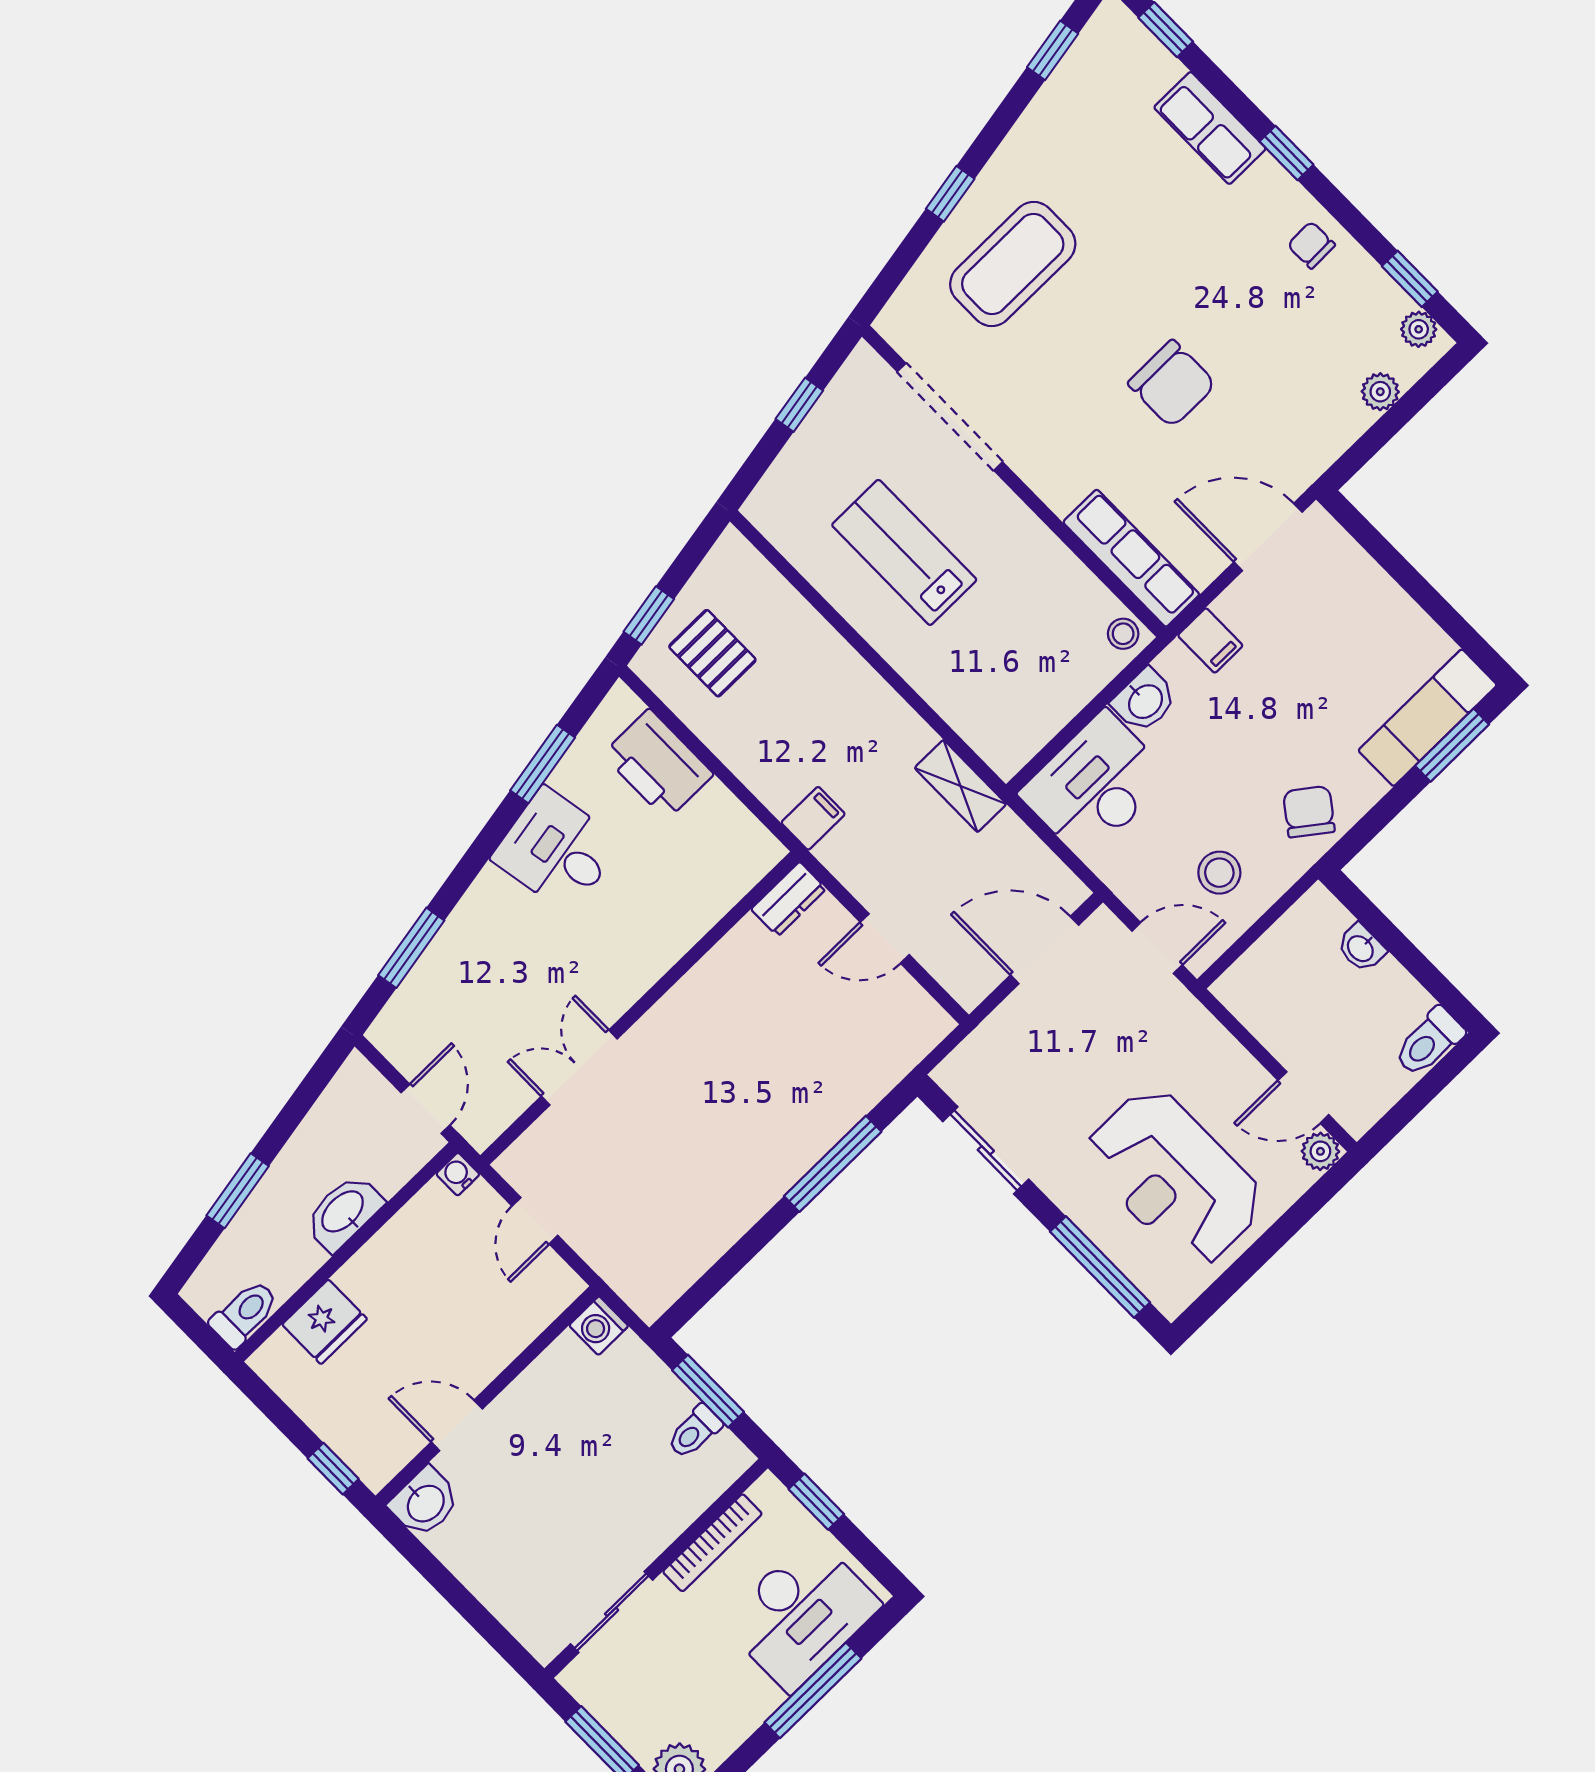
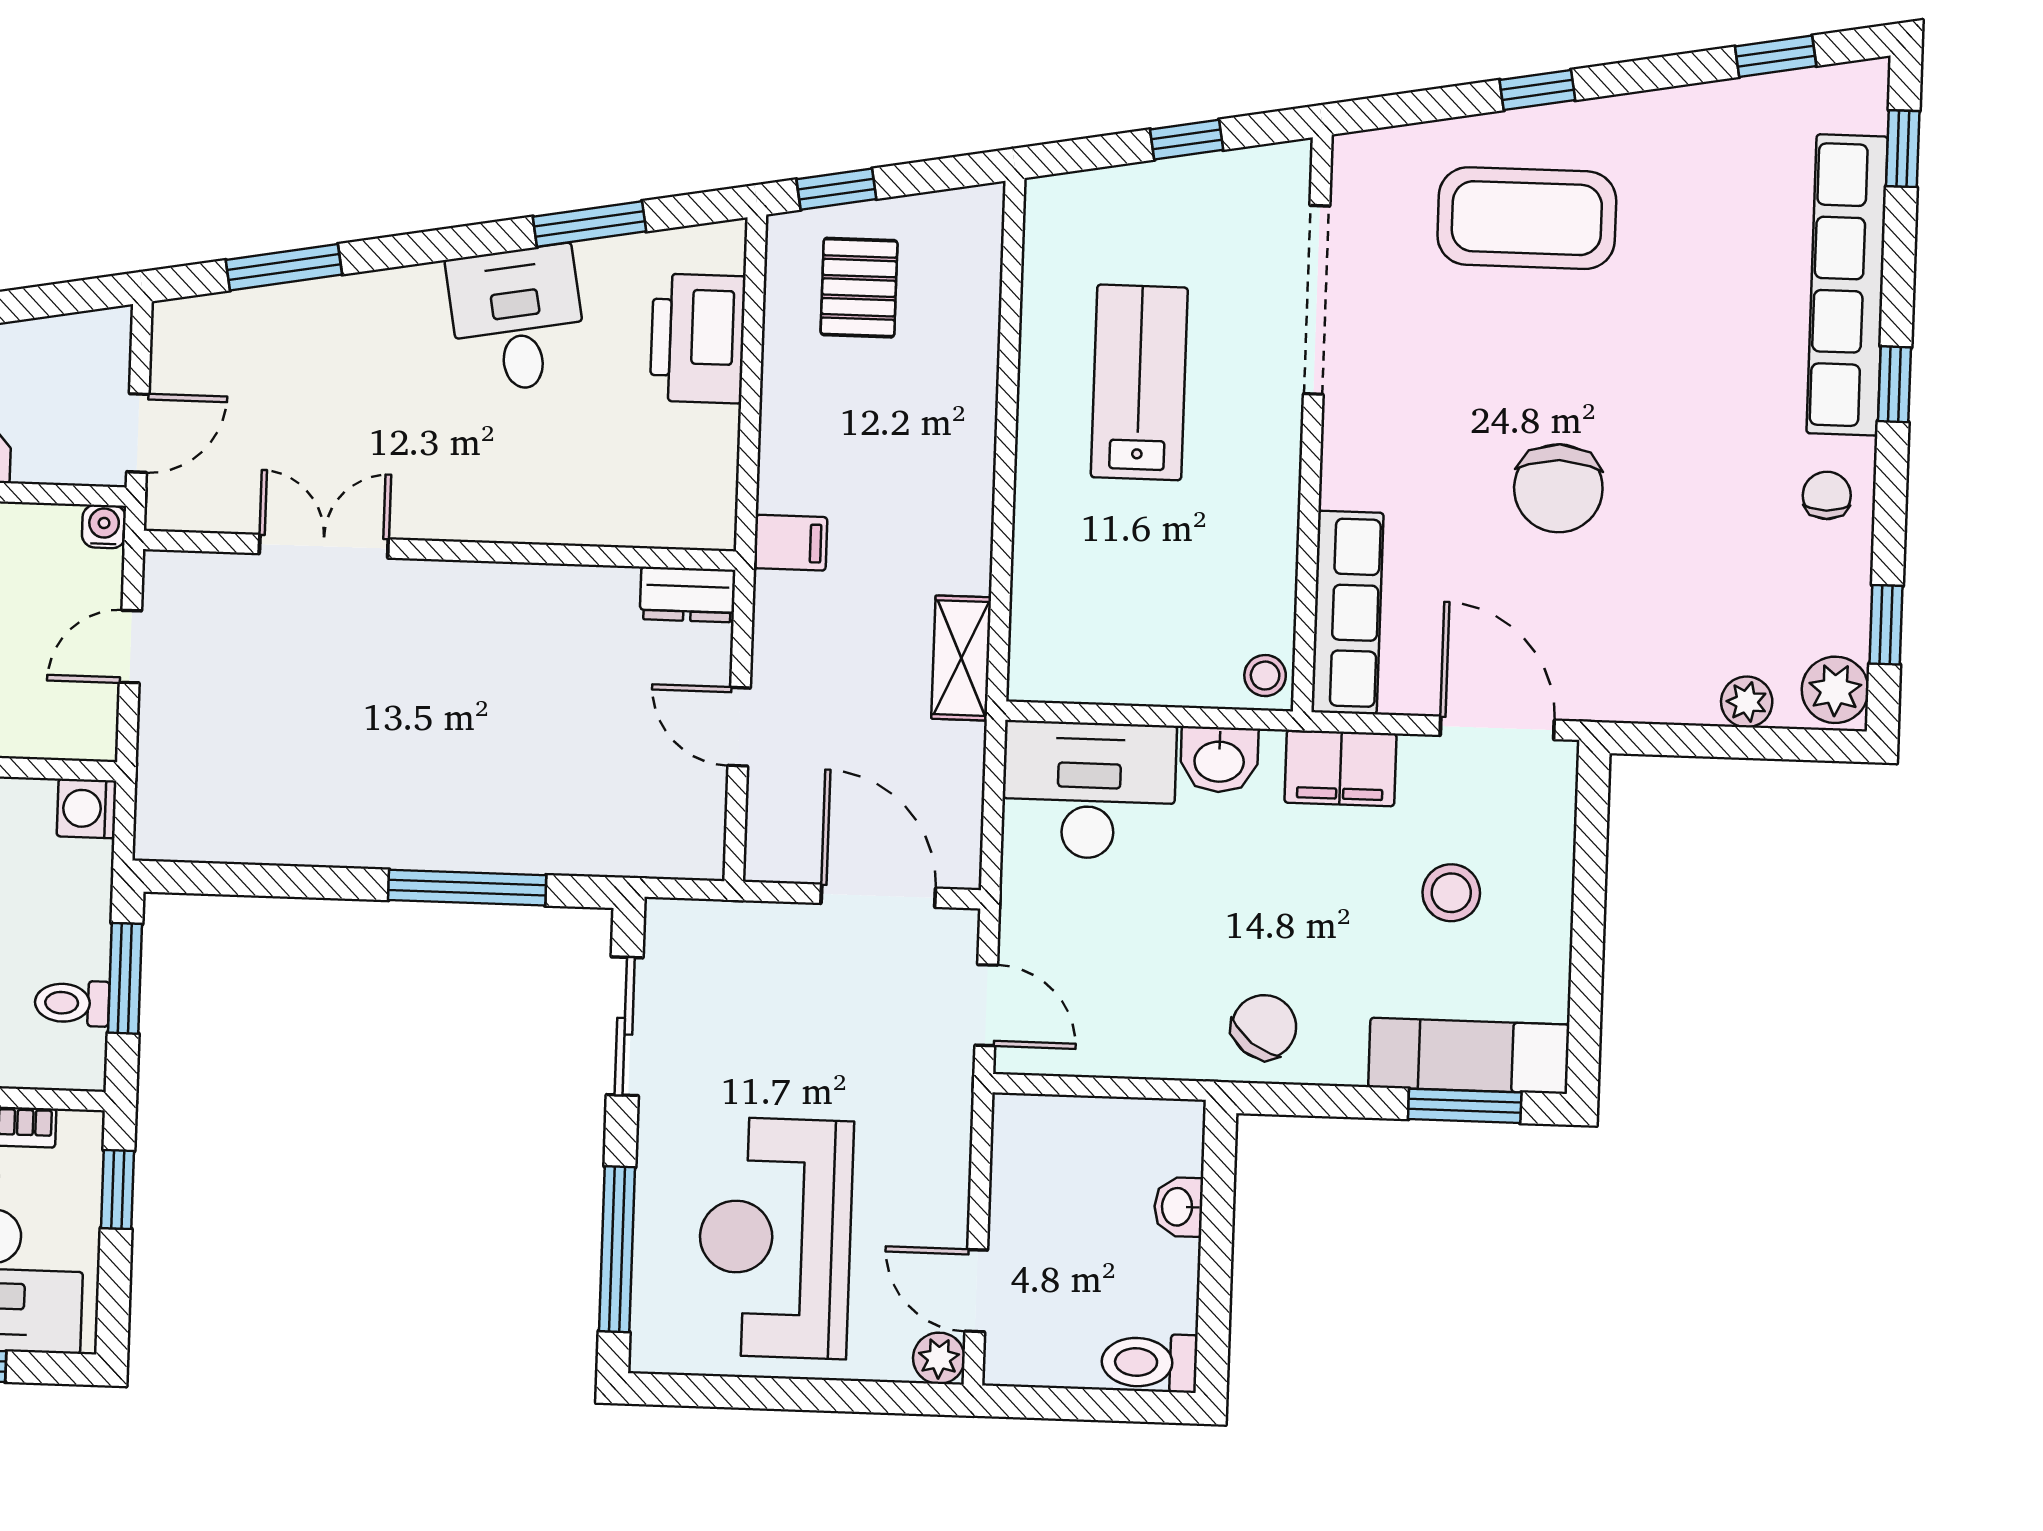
row of seats: (1210, 128) -> (1847, 285), width x2.02
plant: (1419, 329) -> (1835, 690), width x1.38, depth x1.38
filing cabinet: (1210, 641) -> (1340, 768), width x2.00
stool: (1219, 873) -> (1451, 893), moved

